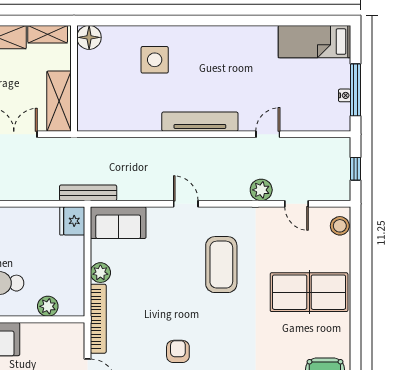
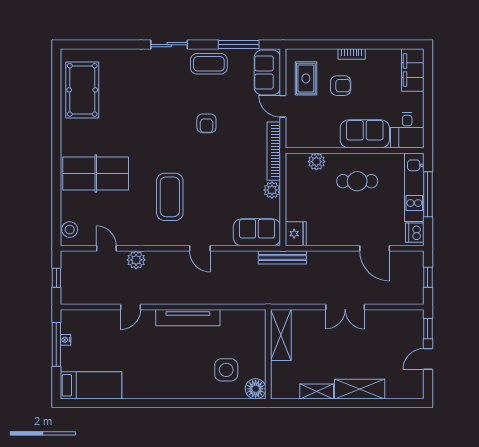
floor lamp: (89, 37) -> (256, 389), moved
wall: (74, 78) -> (268, 354), moved
shelving: (59, 101) -> (281, 335), moved

